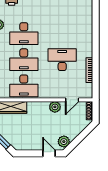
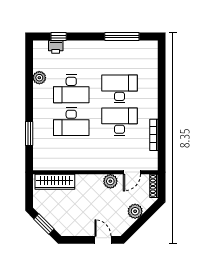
desk: (24, 86) -> (119, 89), moved, turned 180
plant: (64, 142) -> (135, 211), moved

